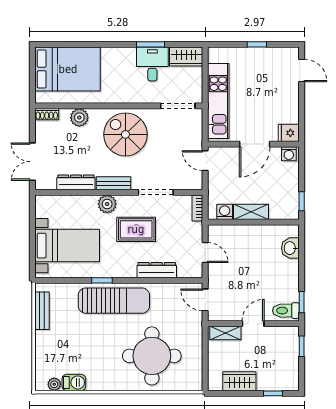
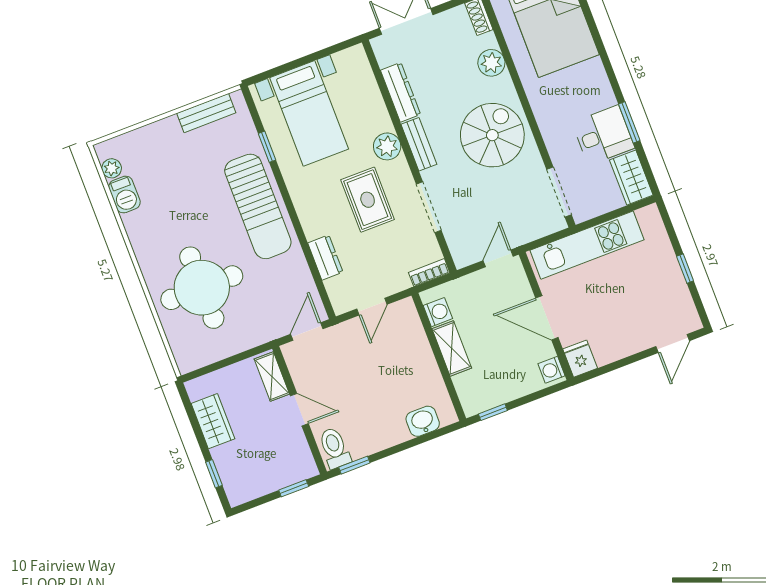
dresser: (157, 270) -> (325, 258), width x0.70
window: (102, 280) -> (267, 147), moved

